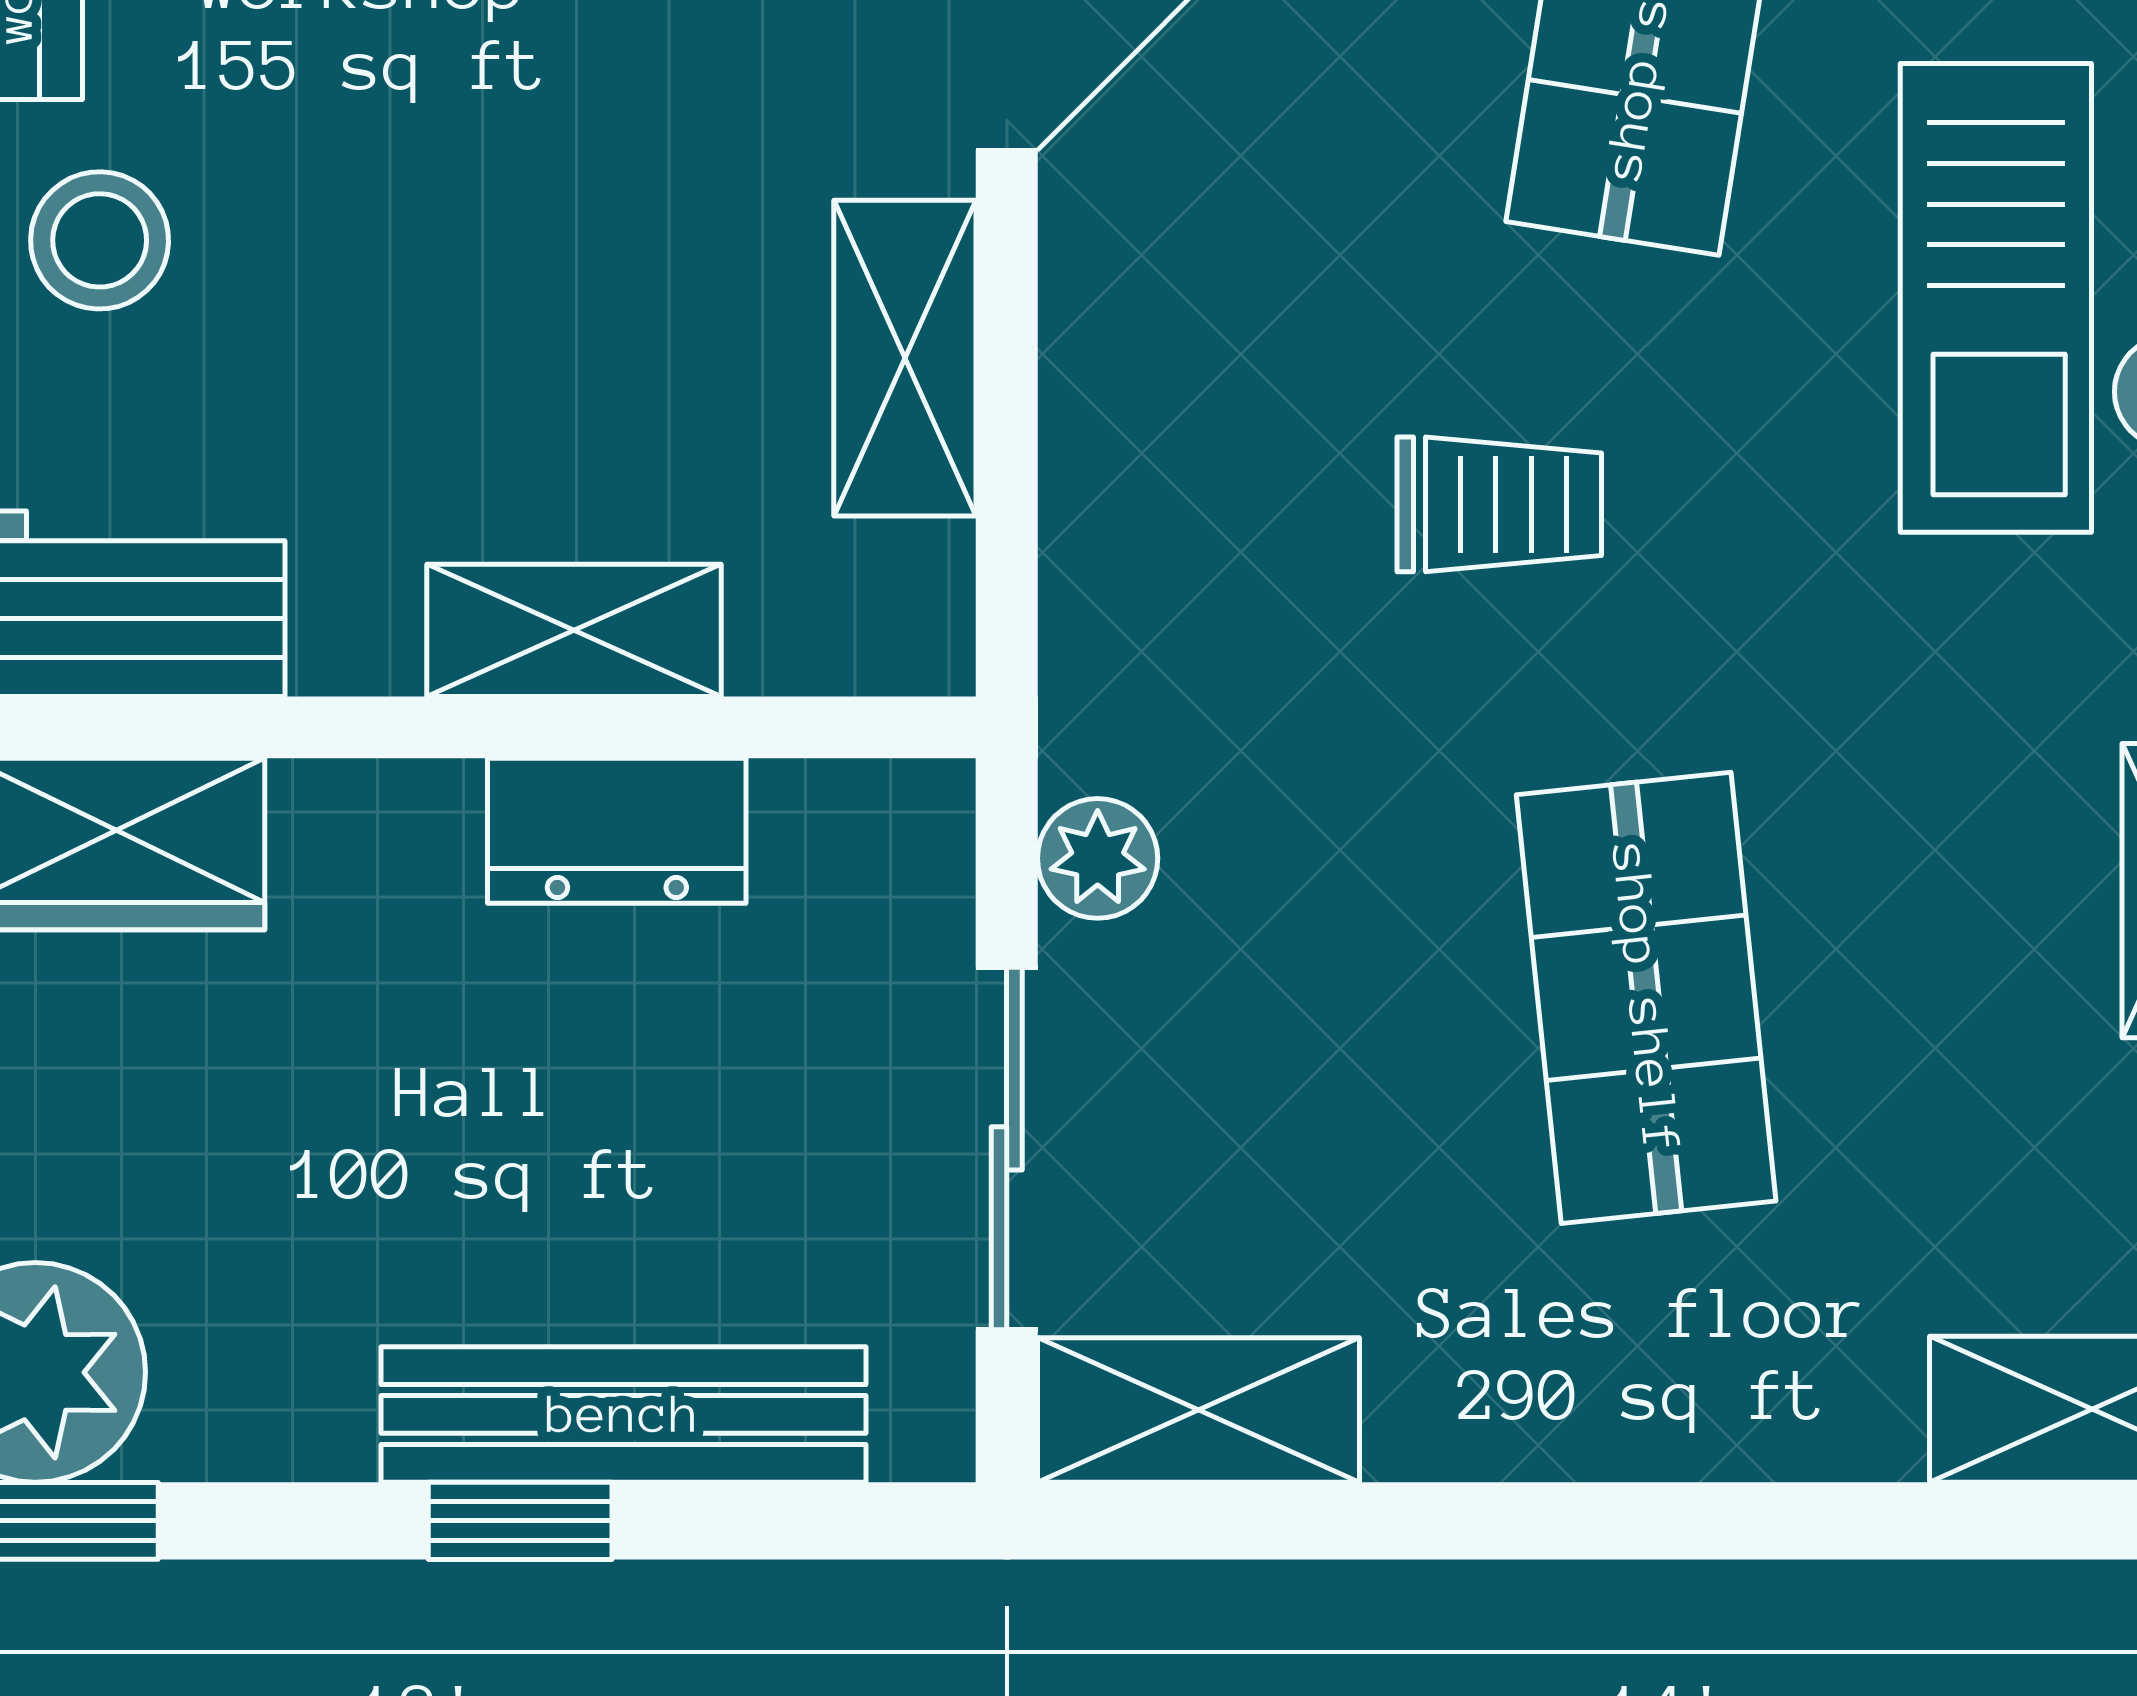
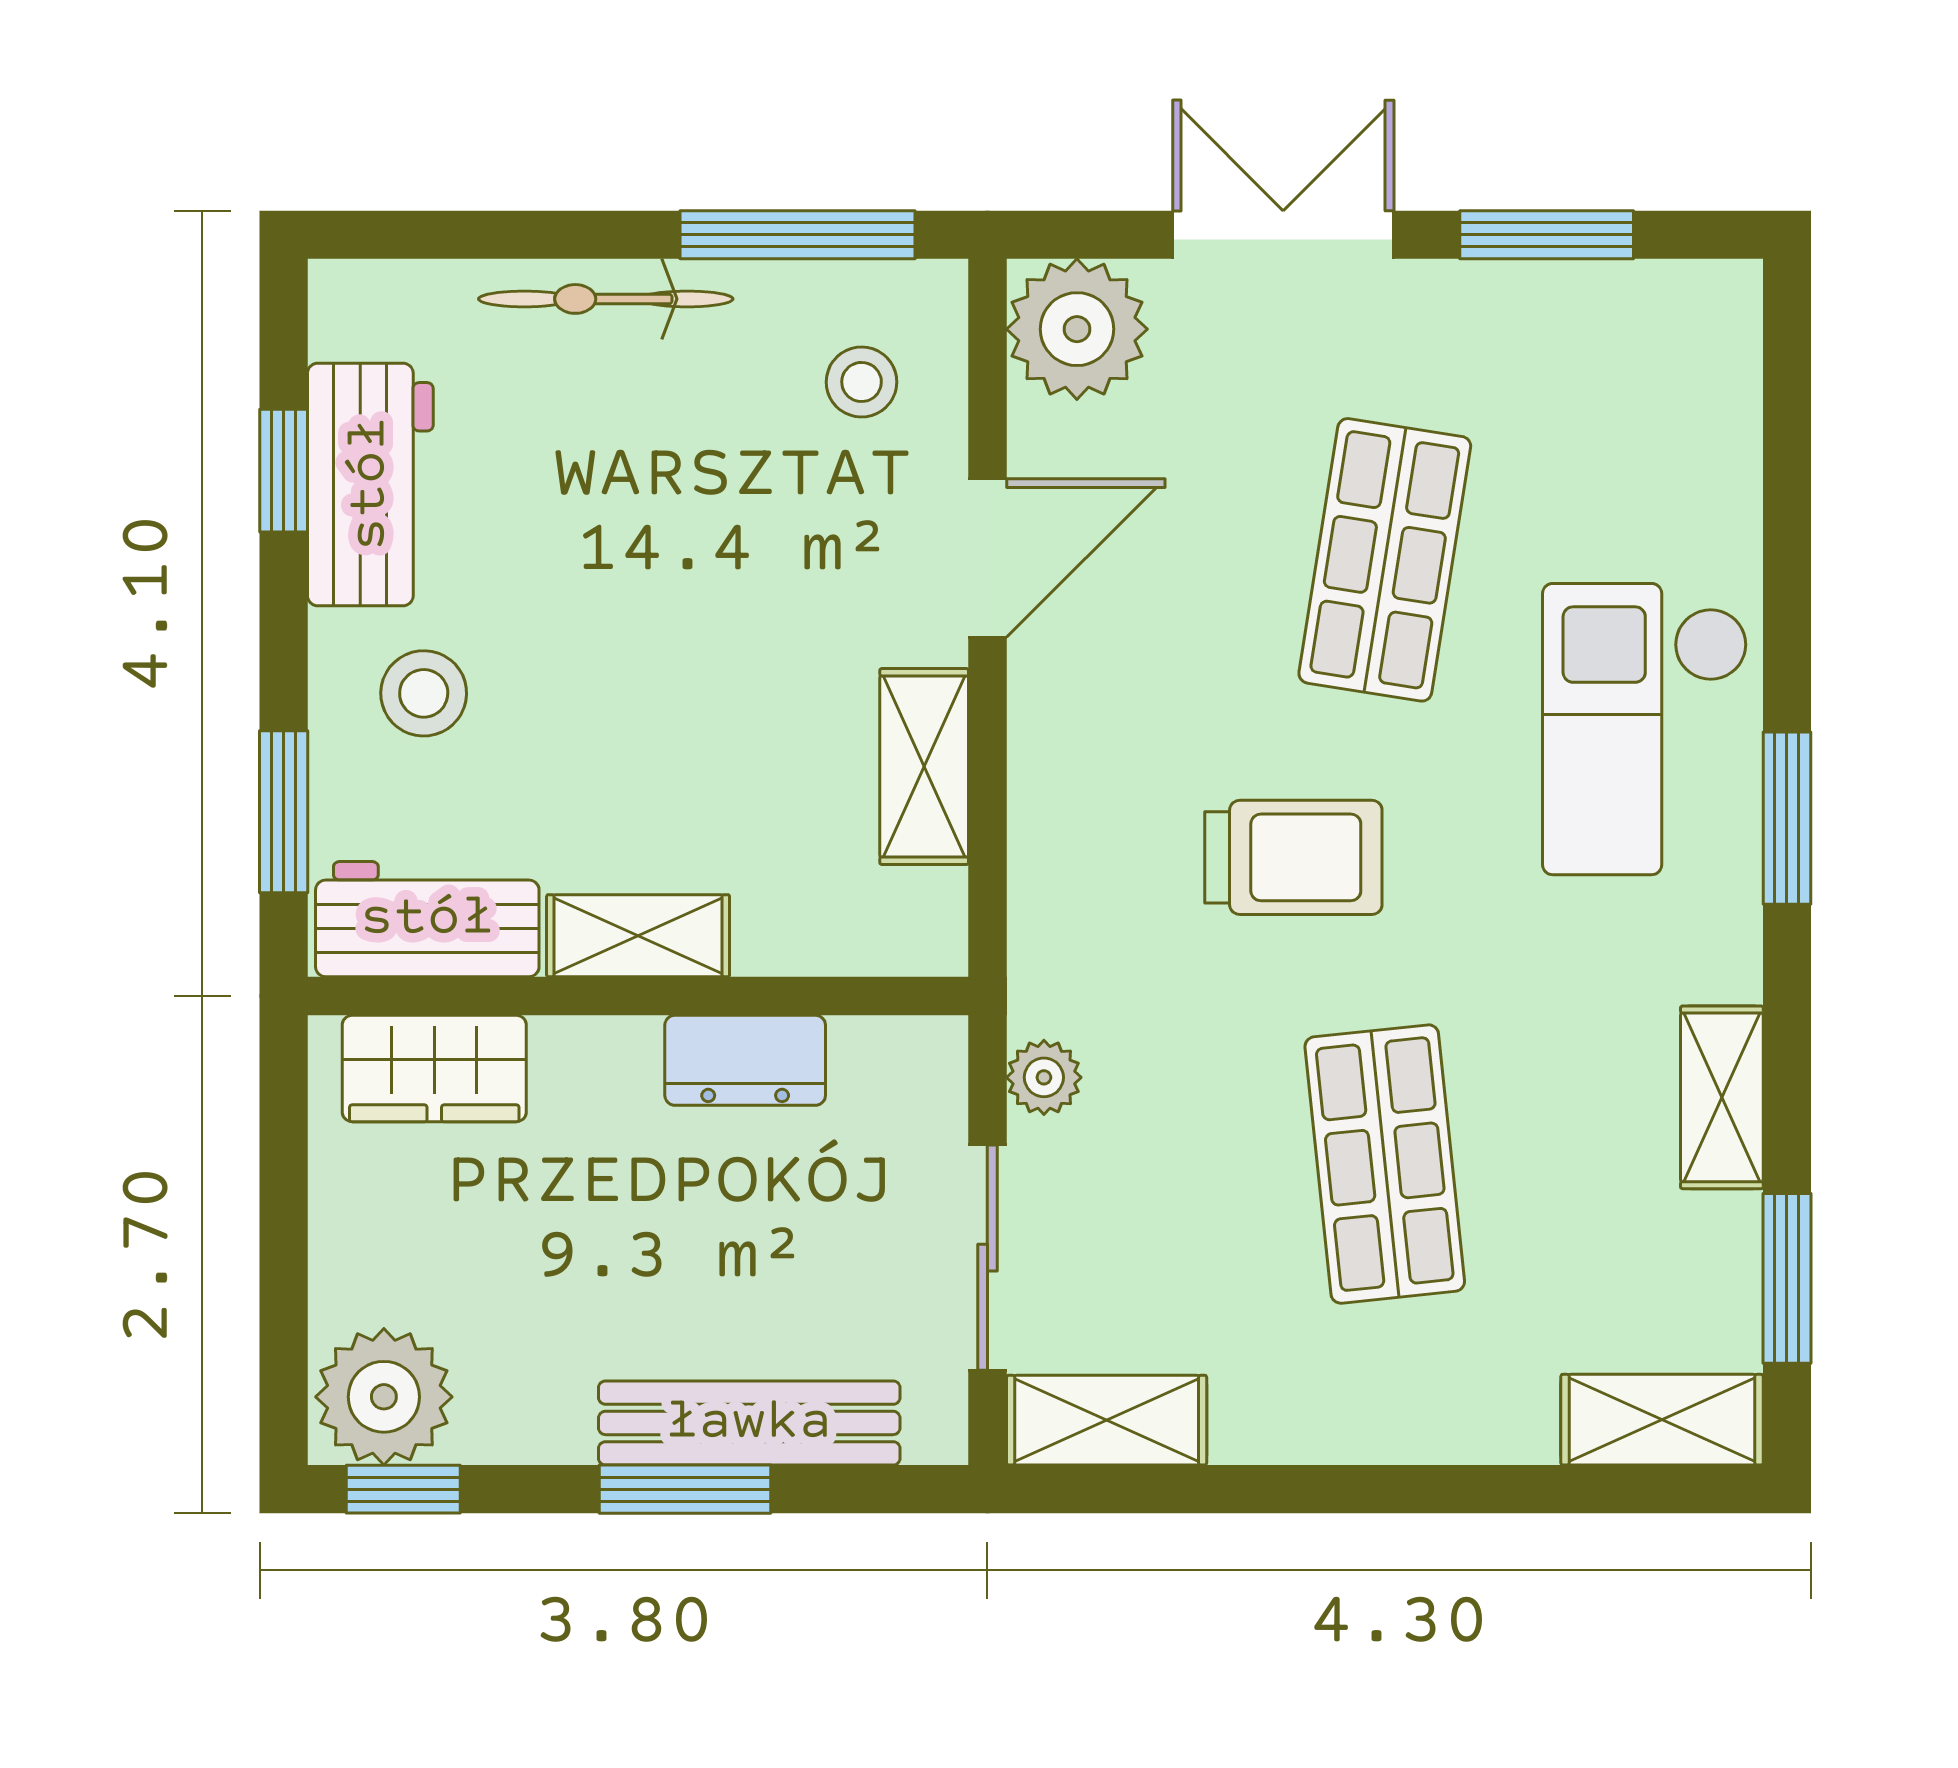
trolley: (1499, 504) -> (1293, 857), width x1.36, depth x1.39
shelving: (574, 630) -> (638, 936), moved
window: (520, 1521) -> (685, 1489), width x1.50

